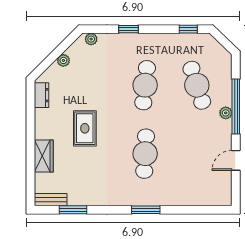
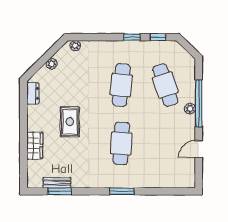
window: (129, 29) -> (132, 37), moved
bench: (51, 200) -> (57, 183), moved

